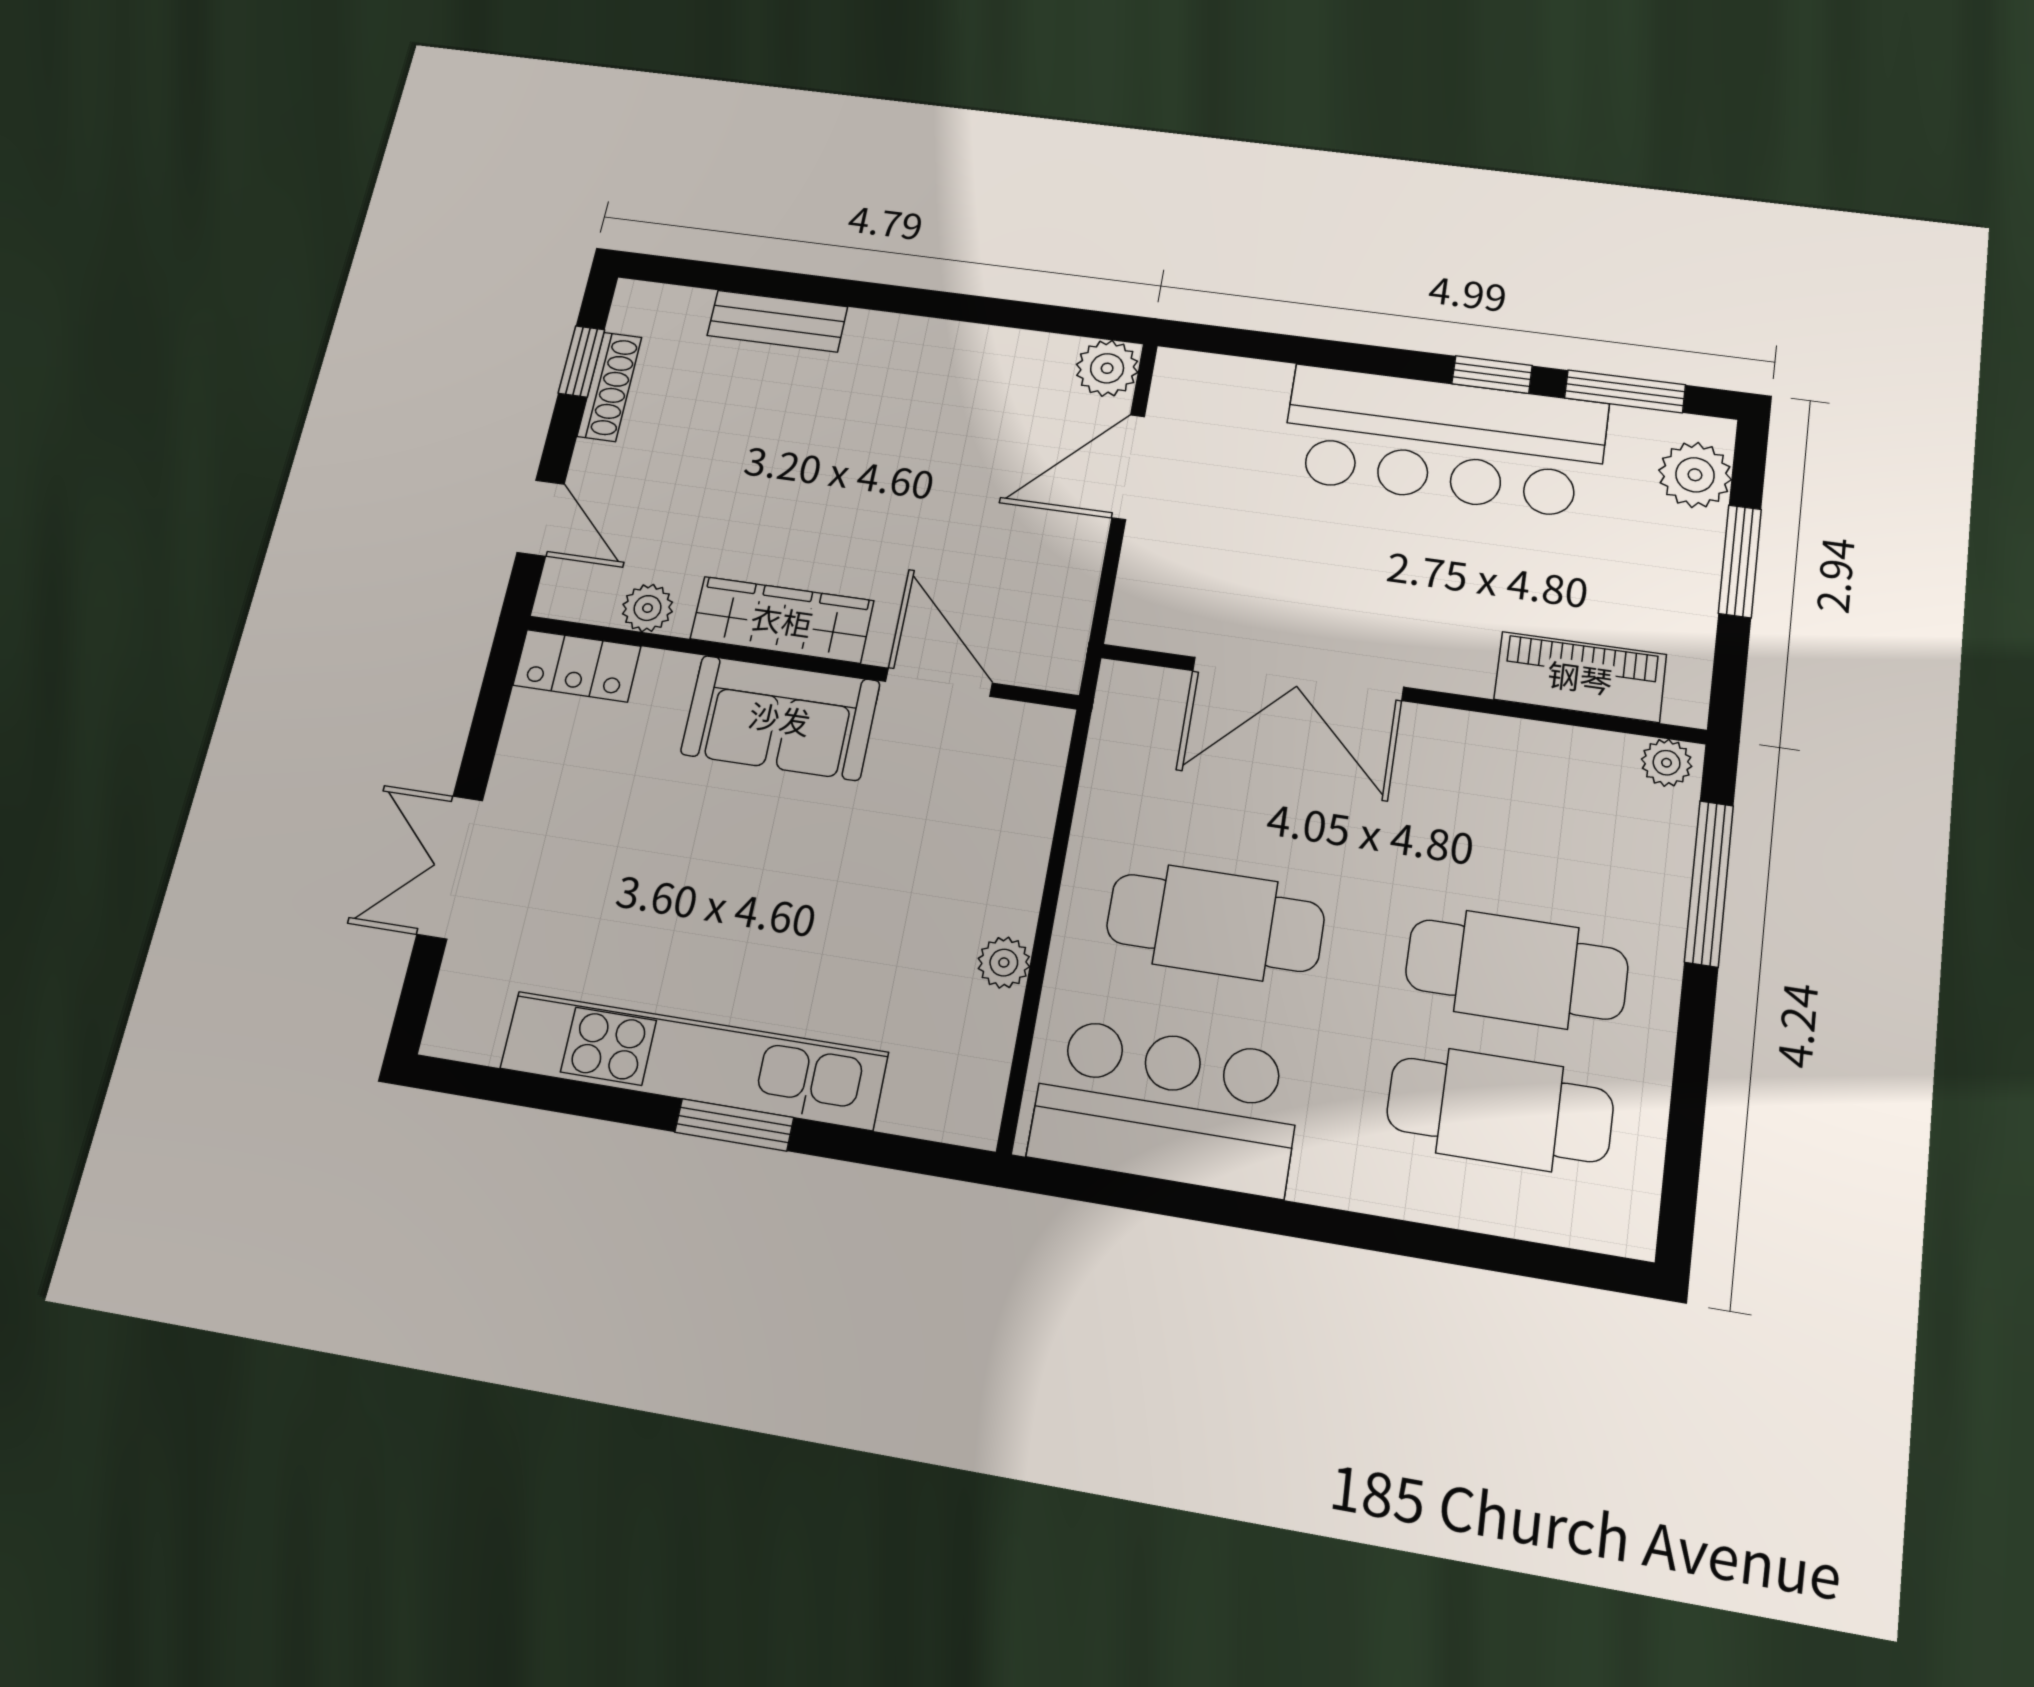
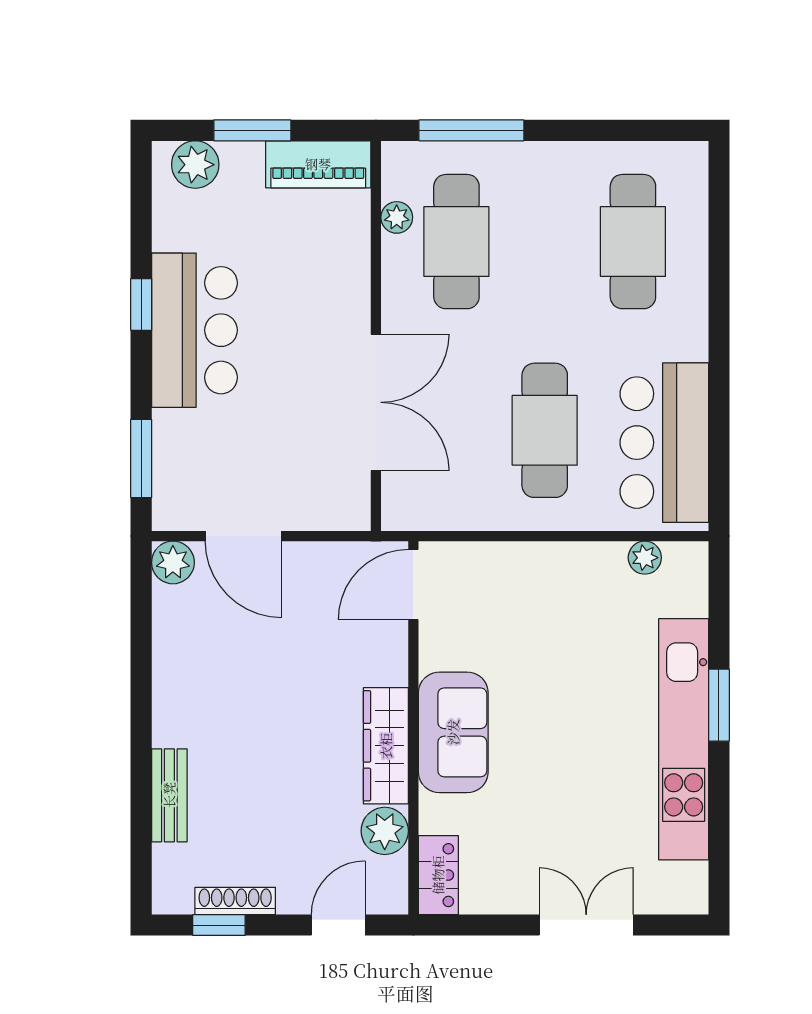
window: (1625, 391) -> (141, 458), moved
bar counter: (1444, 441) -> (194, 330), width x0.73
plant: (648, 608) -> (385, 831), width x1.38, depth x1.38
piano: (1580, 677) -> (318, 164), moved, turned -90
door: (939, 682) -> (413, 584), moved
plant: (1667, 763) -> (397, 217), moved
double door: (450, 867) -> (586, 925), swing flipped
plant: (1004, 963) -> (645, 558), moved
cafe table: (1517, 969) -> (456, 242), moved

